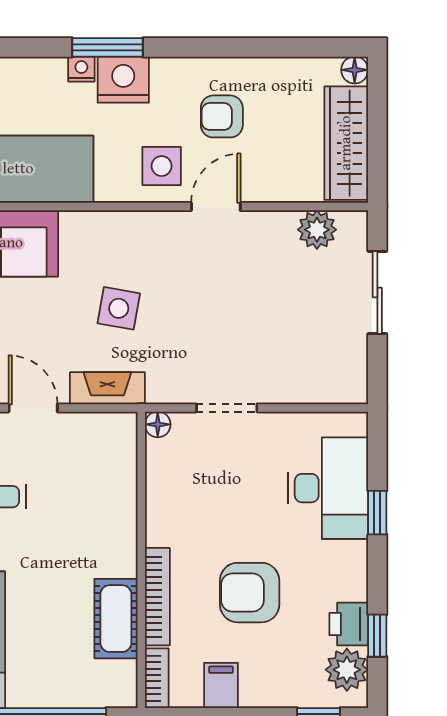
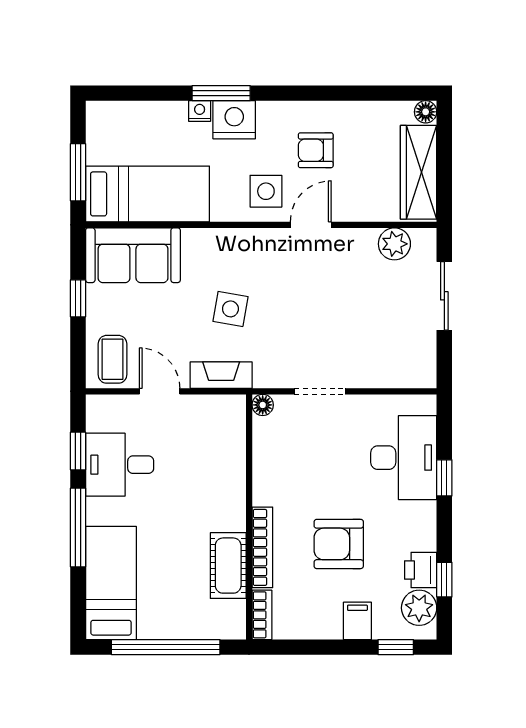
filing cabinet: (221, 685) -> (357, 621), moved

